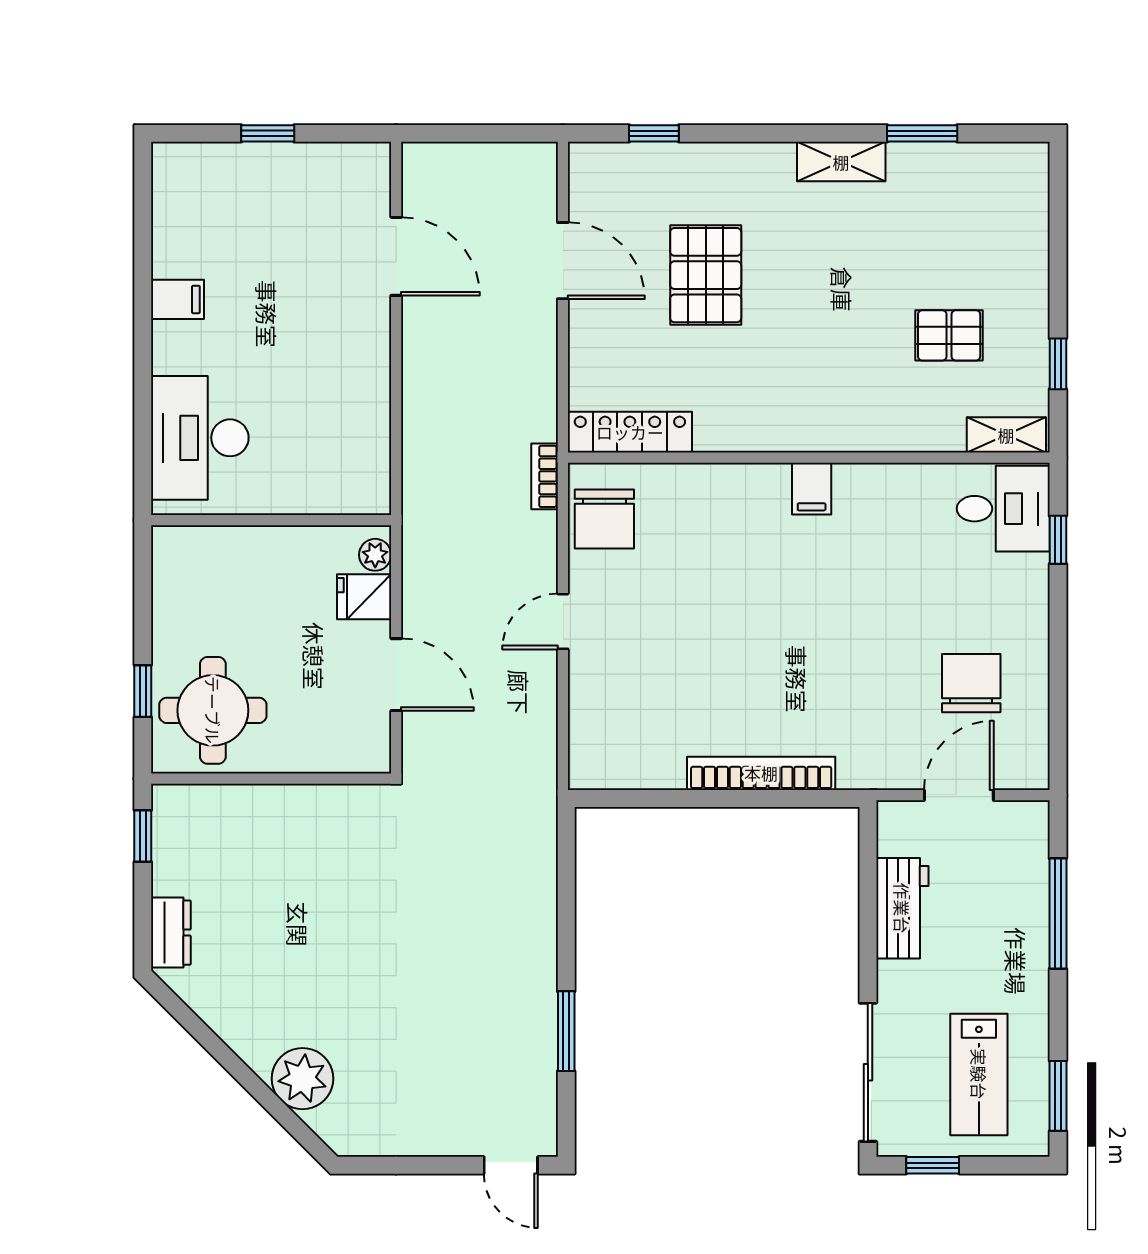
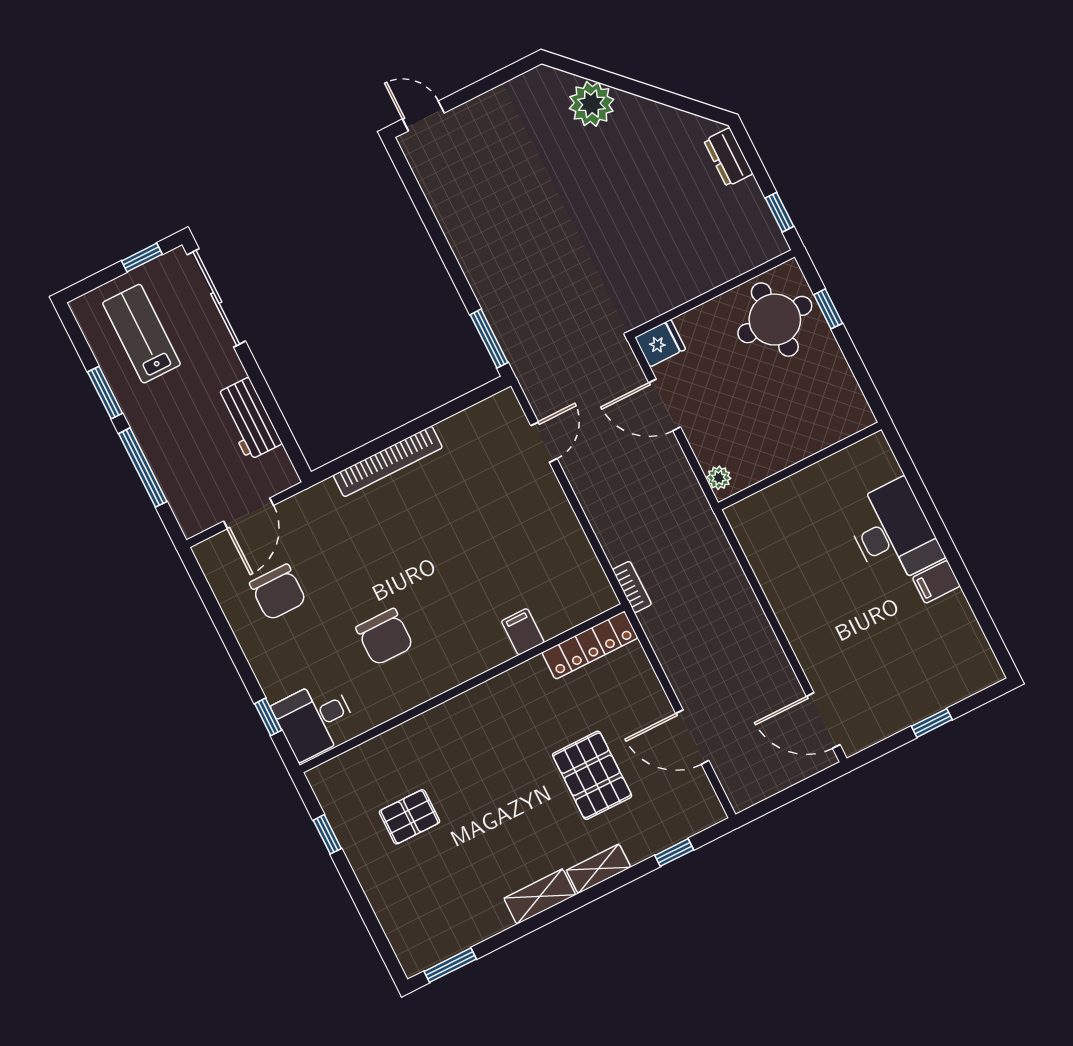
window: (922, 133) -> (450, 965), moved
door: (396, 256) -> (823, 721), moved
shelving: (1006, 435) -> (599, 869), moved
desk: (200, 438) -> (893, 533), moved
filing cabinet: (812, 489) -> (523, 632), moved
chair: (604, 519) -> (385, 637), moved, turned 180
fridge: (364, 597) -> (660, 343), moved
door: (563, 621) -> (544, 442), moved
window: (566, 1031) -> (489, 339), moved
window: (1058, 1096) -> (105, 393), moved

